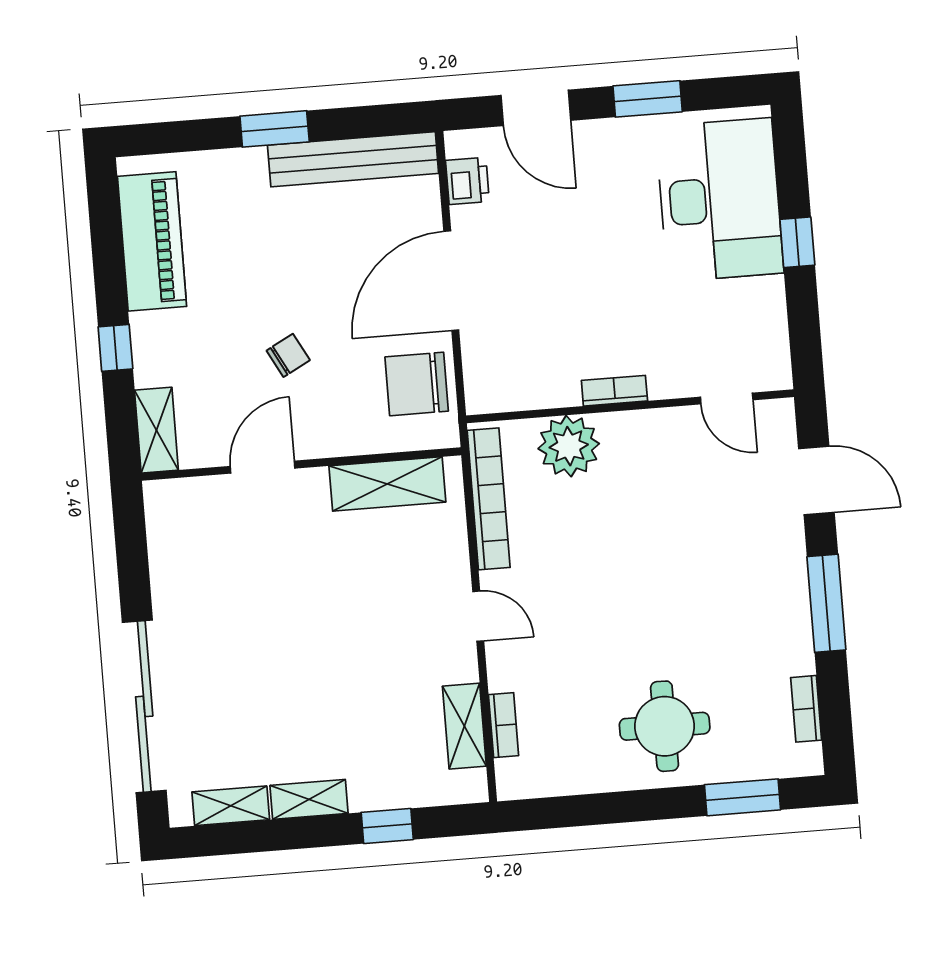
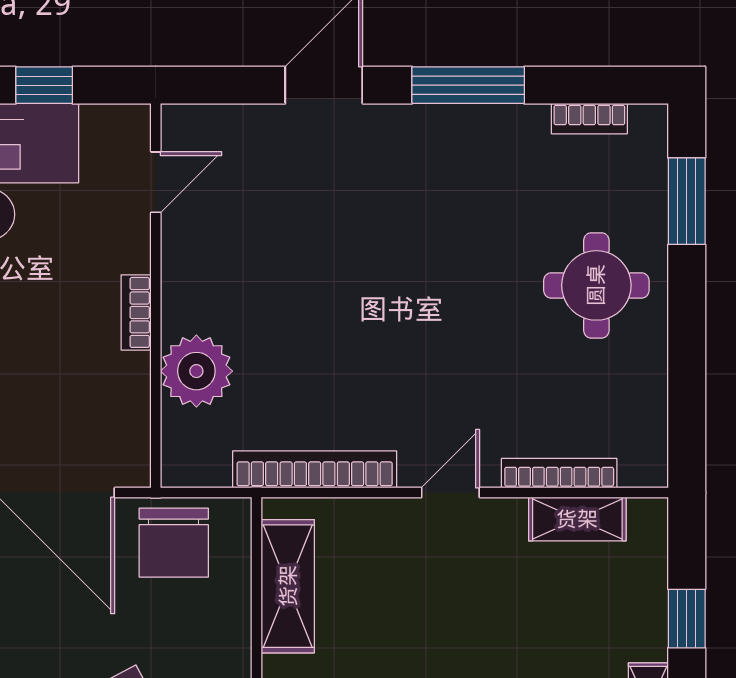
bookcase: (614, 391) -> (136, 312), moved
door: (727, 398) -> (156, 182), moved
wall: (630, 406) -> (156, 296), moved
plant: (569, 446) -> (196, 371), moved
bookcase: (504, 725) -> (559, 473), width x1.56

